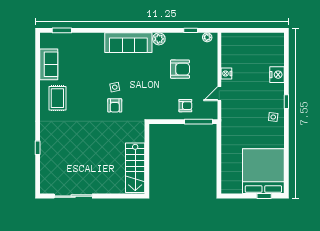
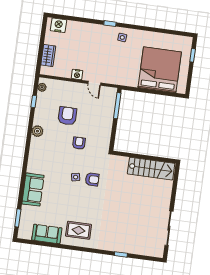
wardrobe: (243, 39) -> (48, 55), added
sofa: (128, 43) -> (33, 190), moved, width x0.73
nightstand: (277, 75) -> (59, 25), moved
armchair: (185, 106) -> (79, 143), moved
bed: (263, 171) -> (160, 70), moved, turned 90

